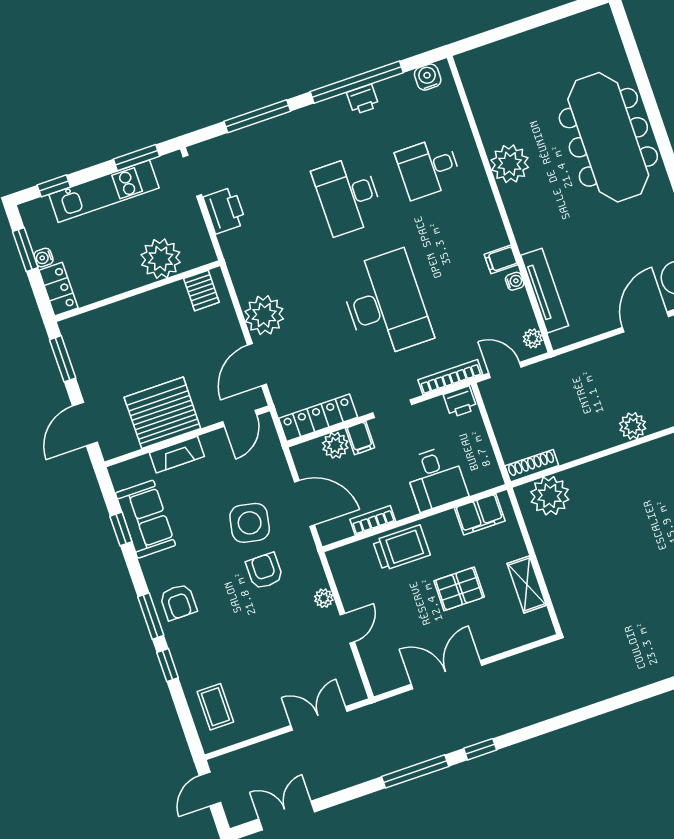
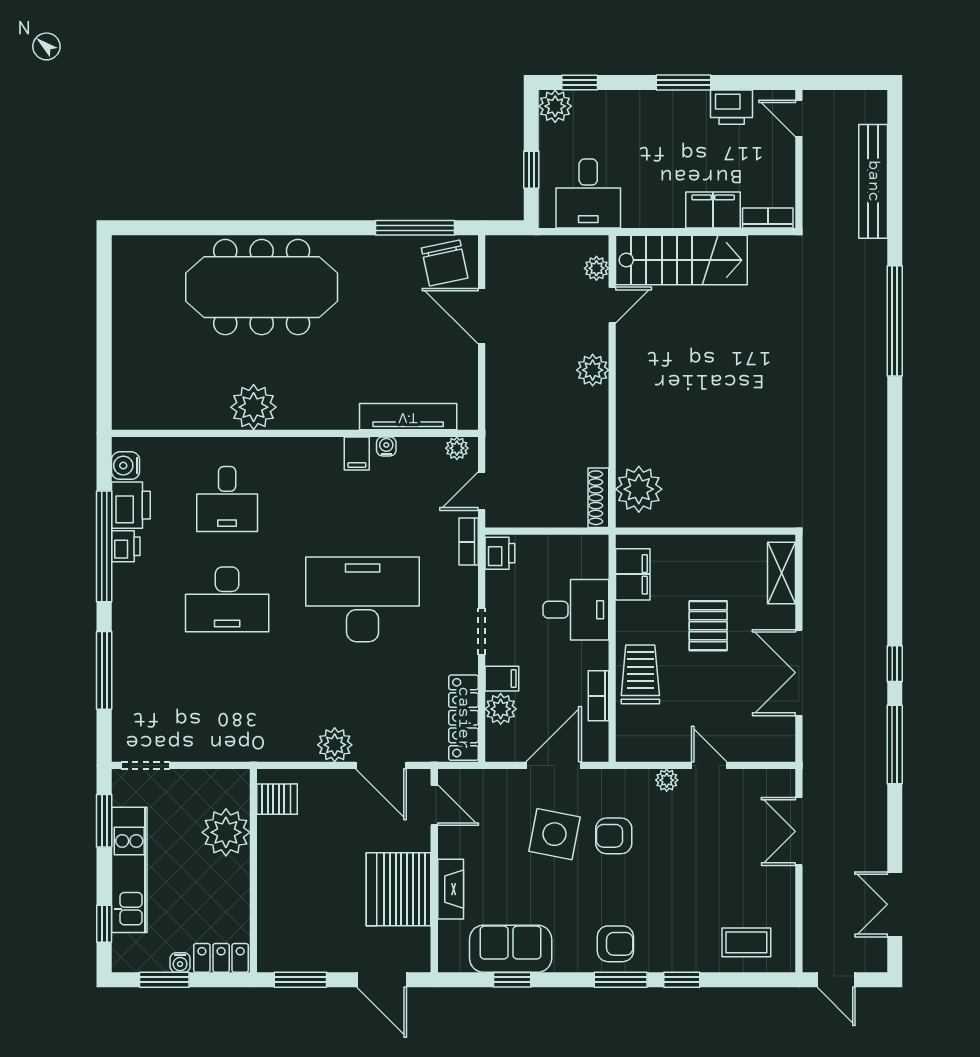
printer: (225, 210) -> (131, 505), moved, turned 90
plant: (264, 315) -> (335, 745), width x0.73, depth x0.73
bookcase: (450, 377) -> (469, 542), width x0.64
shelving: (527, 584) -> (781, 573), moved, turned 90

